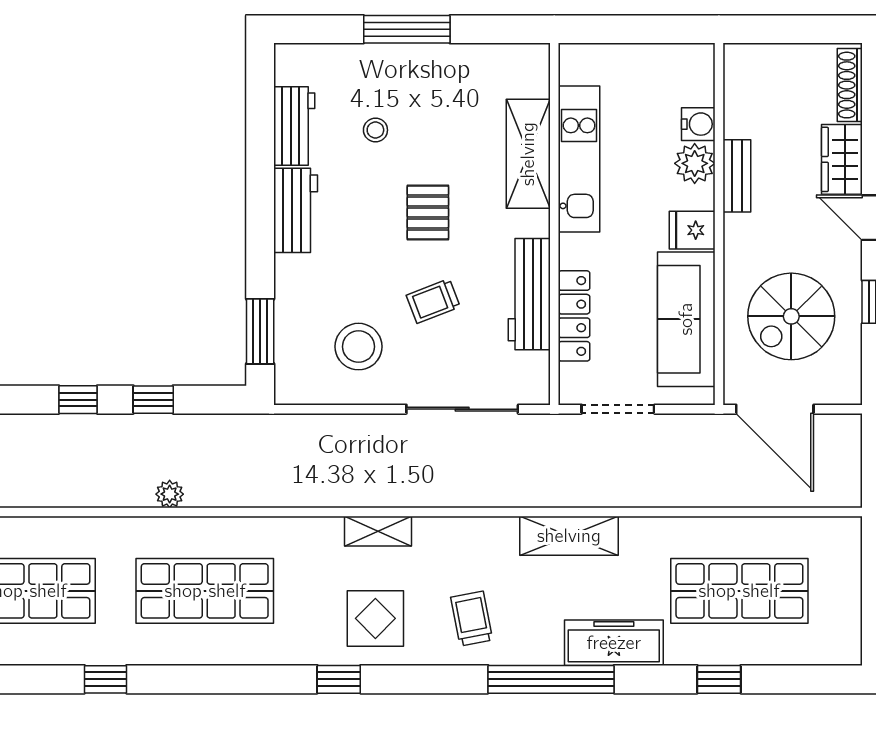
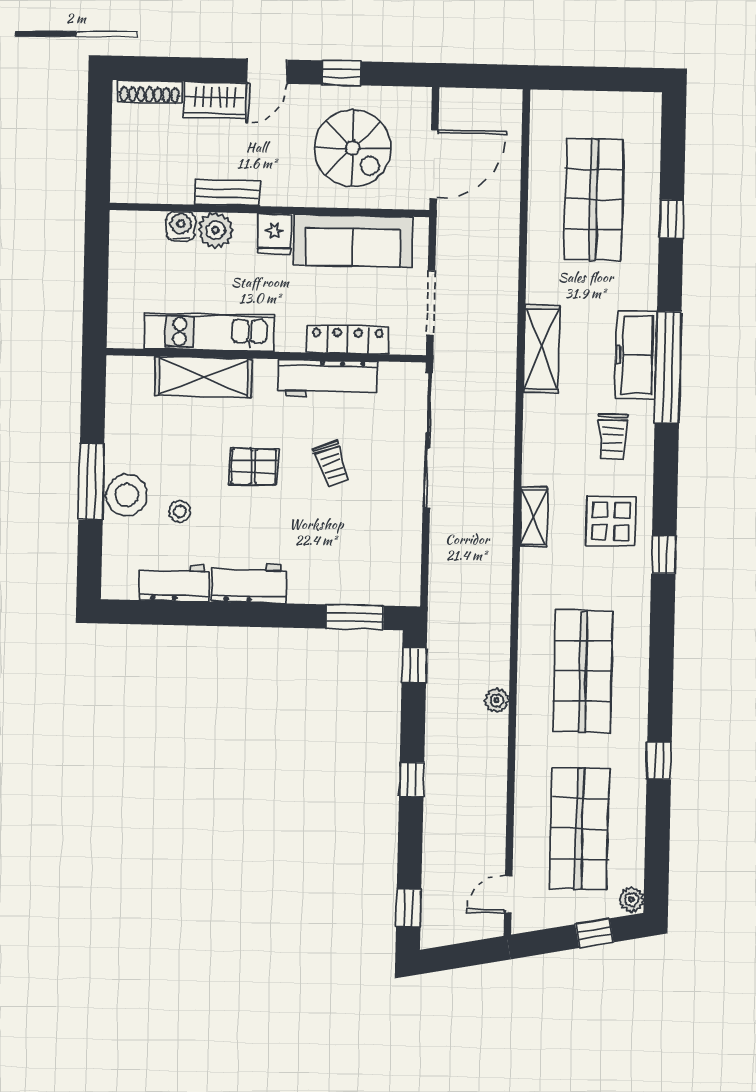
stool: (359, 347) -> (127, 495), moved
window: (153, 400) -> (414, 665), moved
sliding door: (462, 409) -> (428, 440), width x1.36
trolley: (472, 619) -> (613, 436), turned -79
freezer: (614, 643) -> (636, 355), moved

